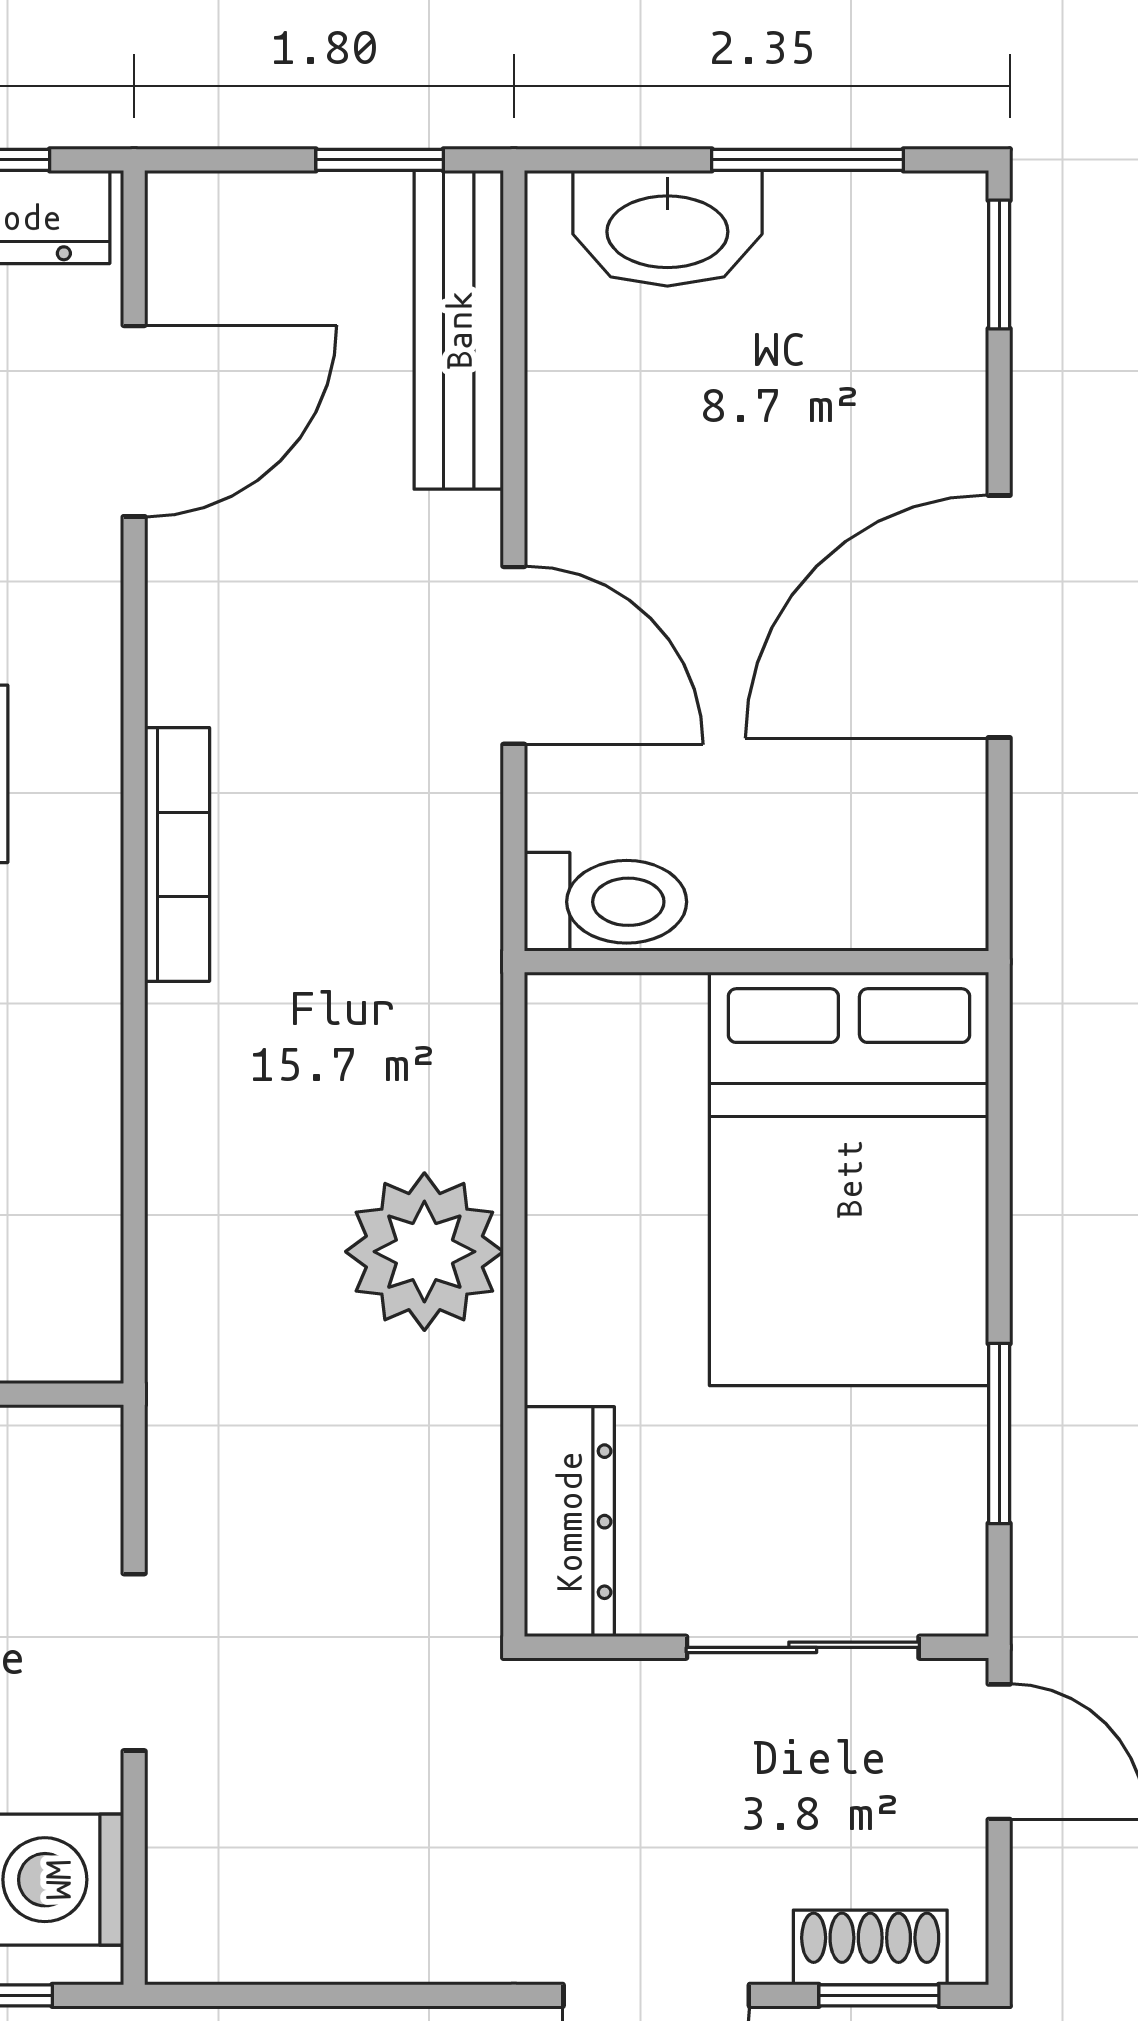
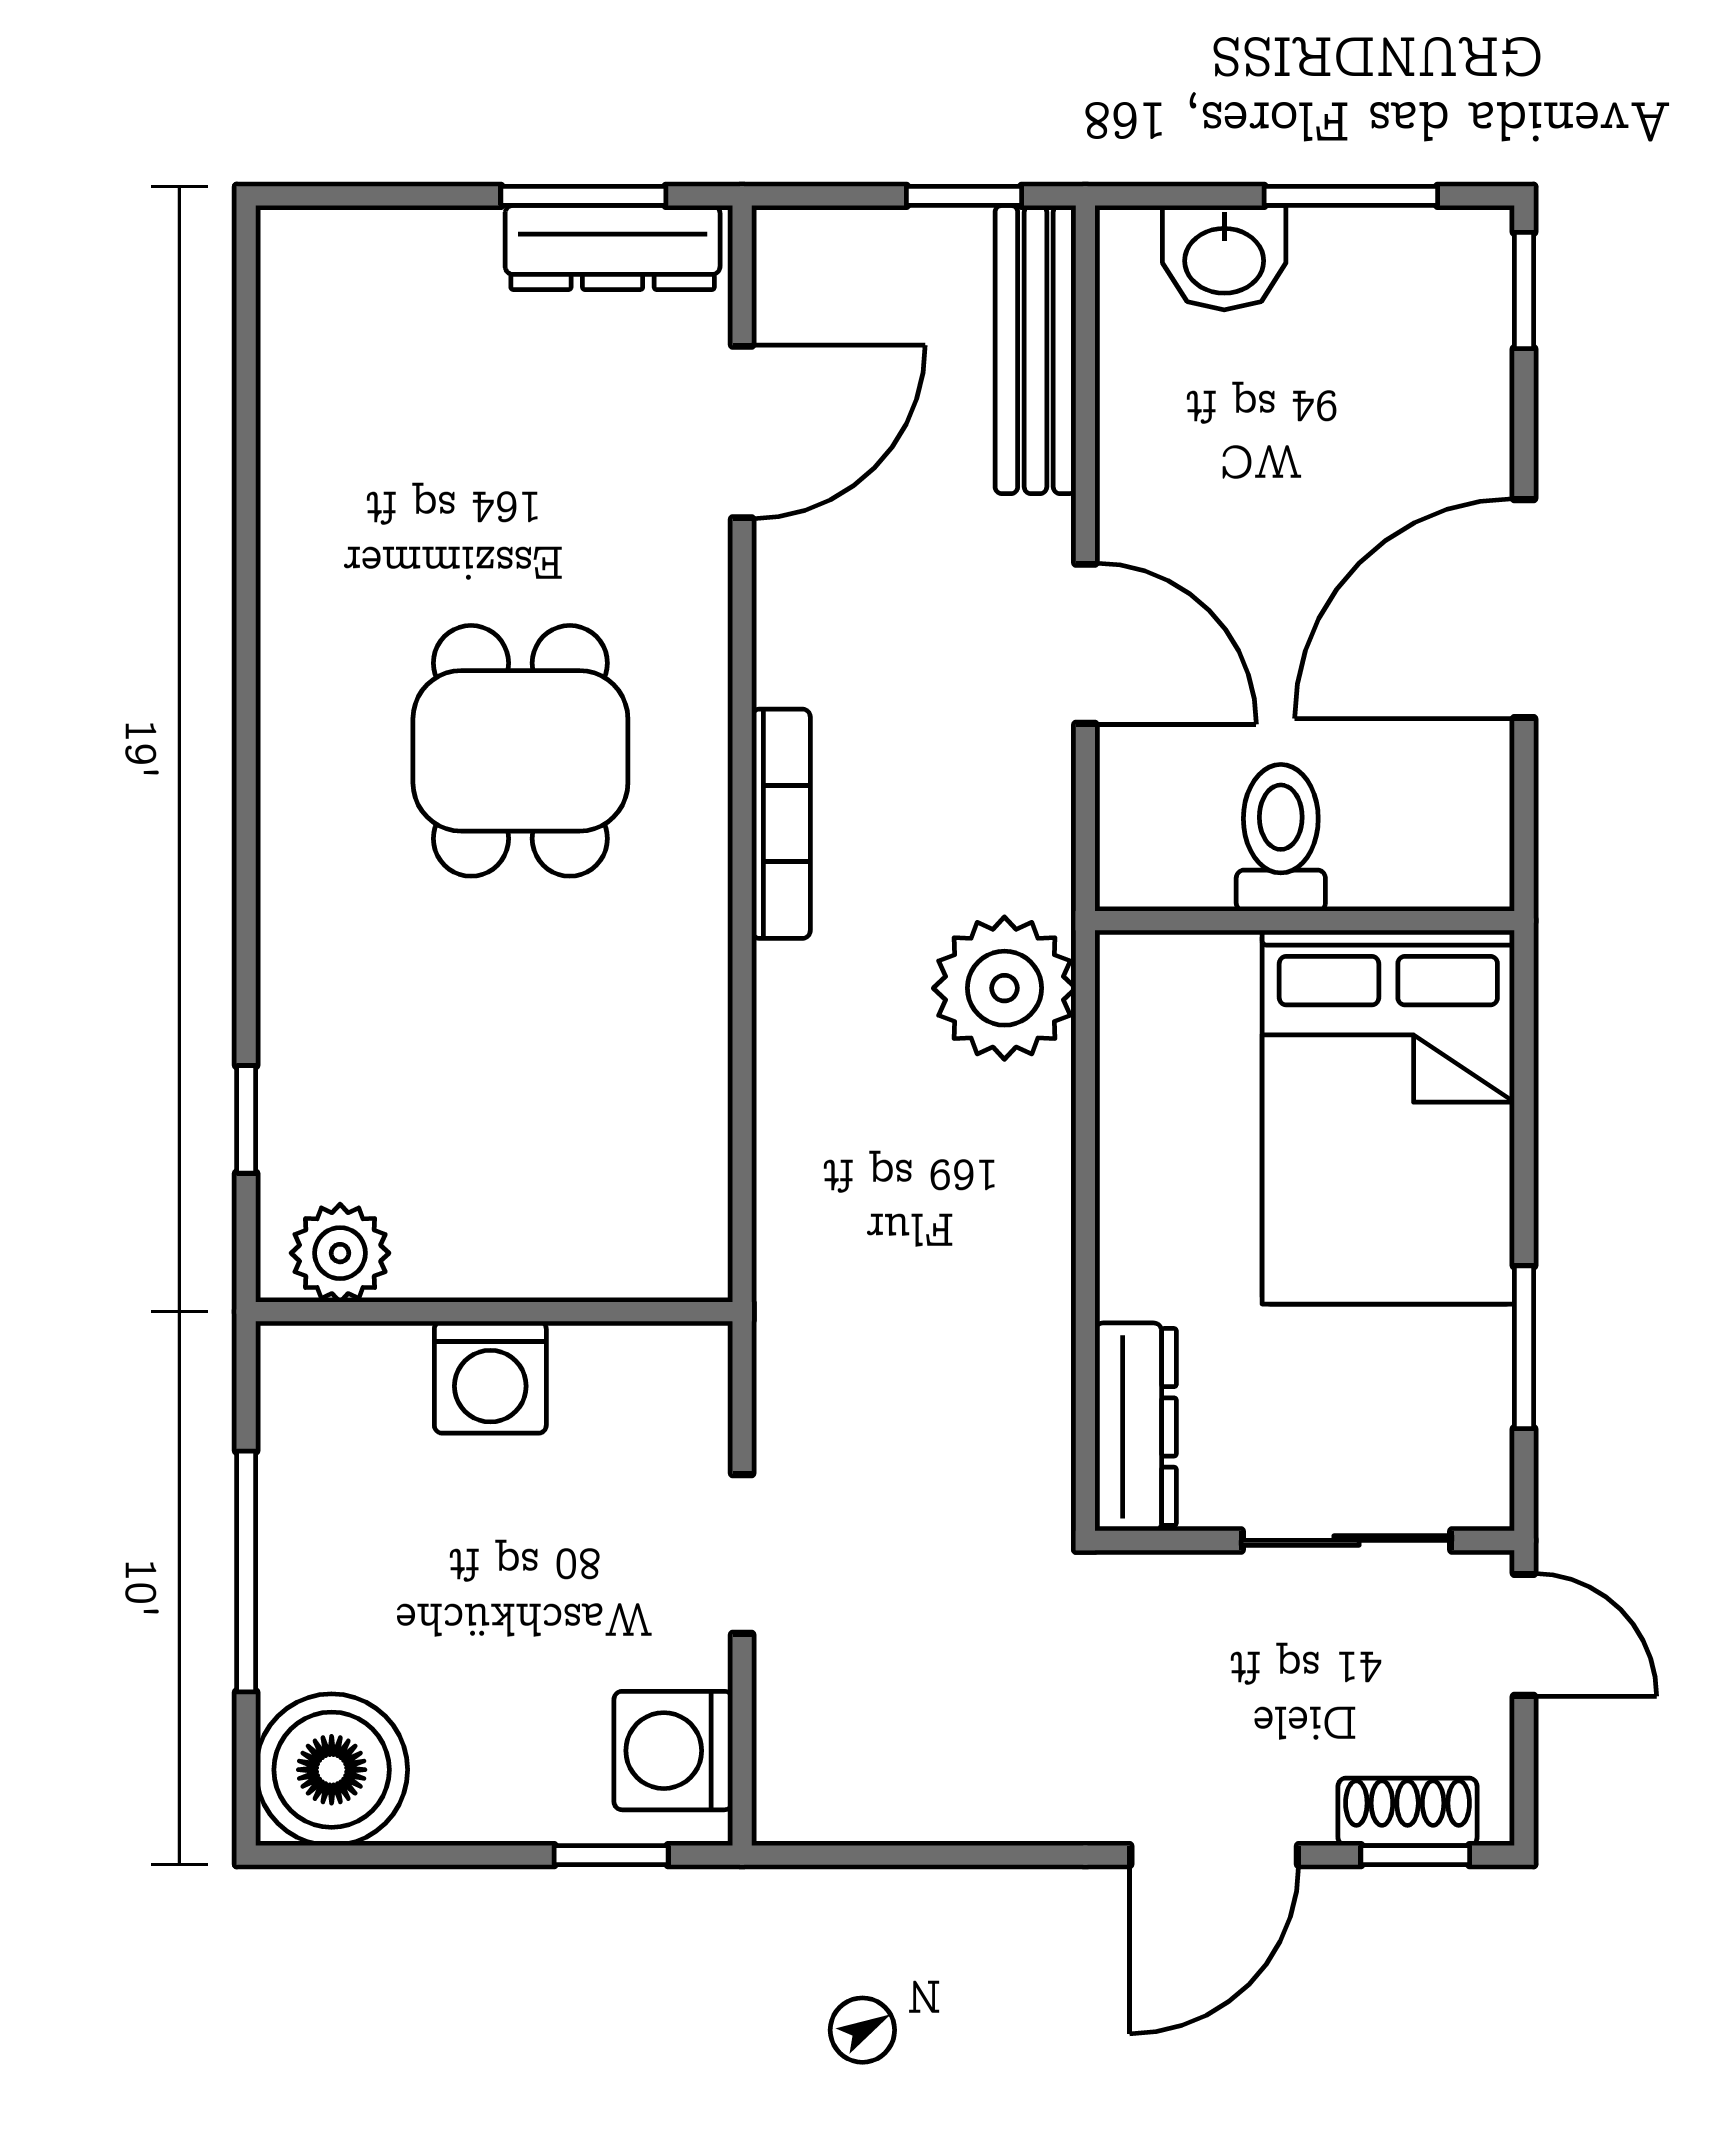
washbasin: (667, 228) -> (1224, 258), width x0.72
toilet: (606, 902) -> (1281, 838), moved, turned -90
plant: (424, 1252) -> (1004, 988), moved

